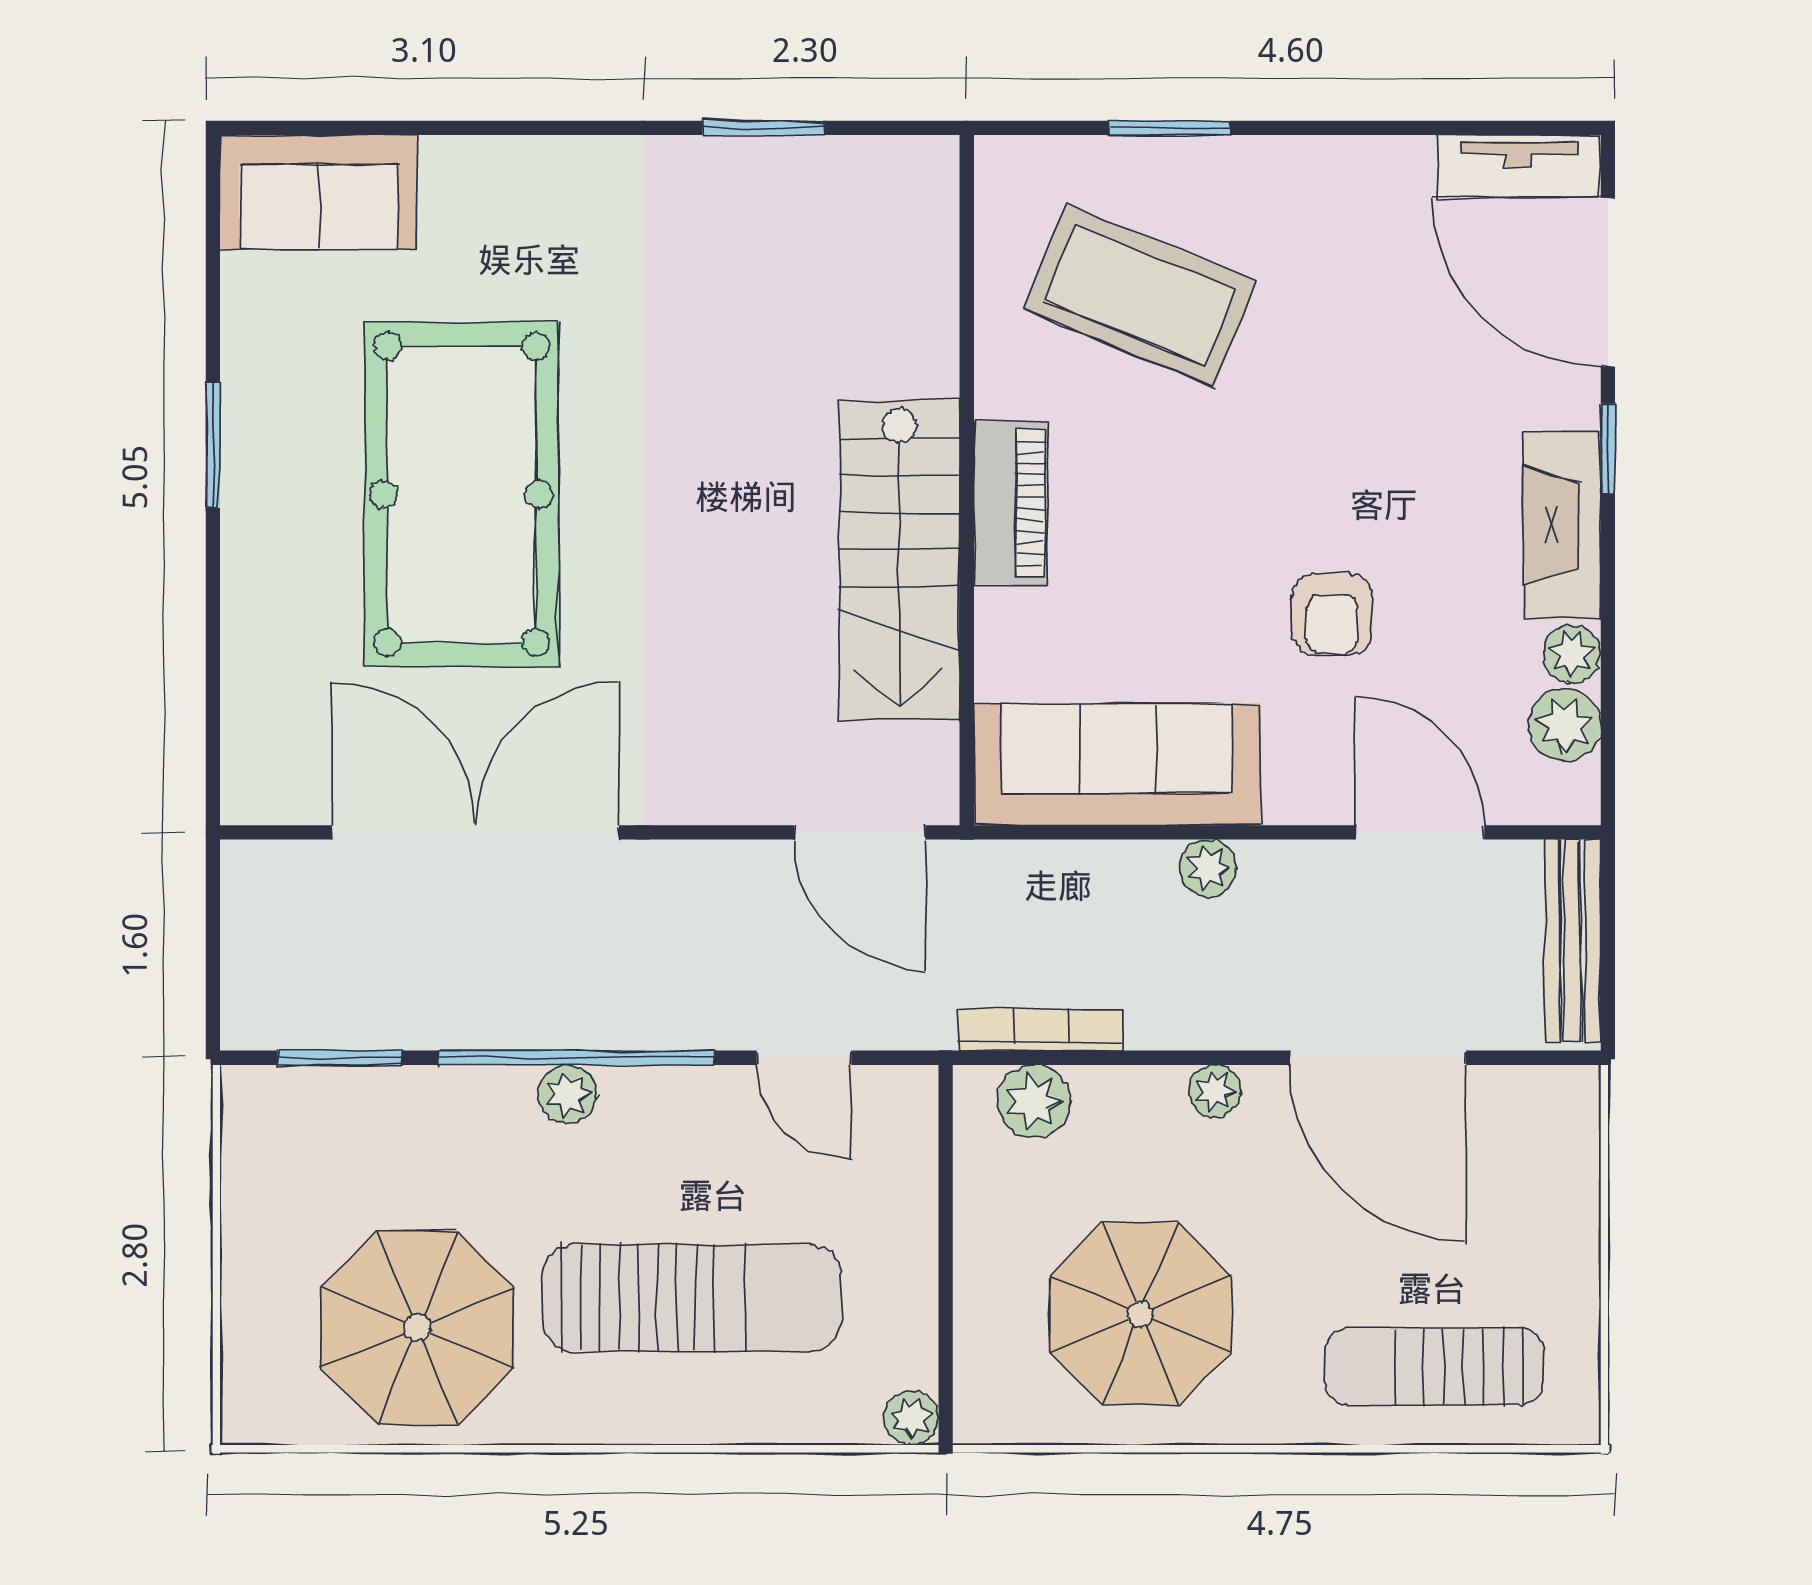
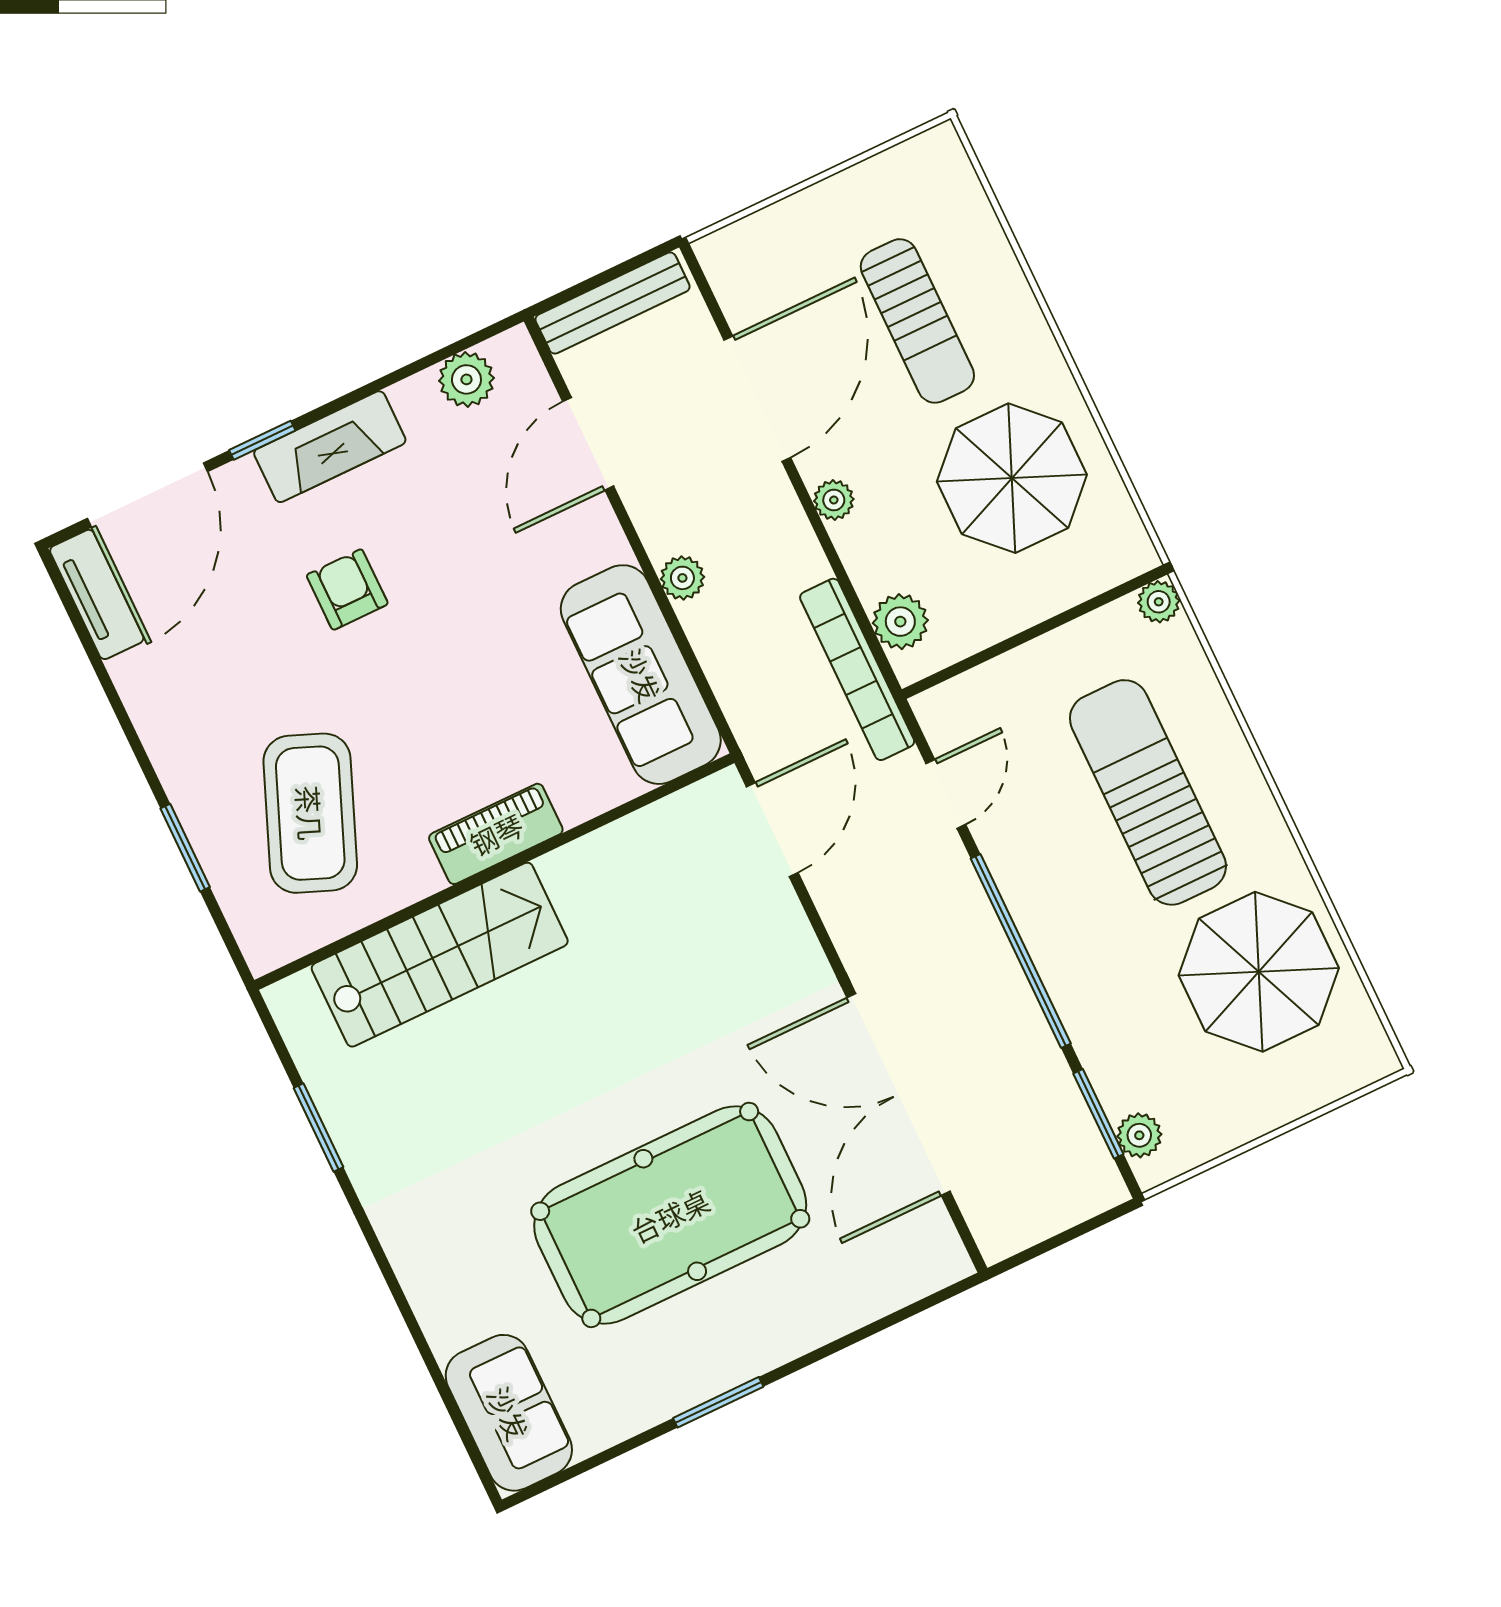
stairs: (899, 560) -> (440, 955), moved
armchair: (1332, 614) -> (347, 590), moved, turned -90
plant: (1572, 654) -> (415, 398), removed
bookcase: (1041, 1030) -> (857, 669), width x1.48, depth x1.31
plant: (568, 1094) -> (1139, 1135), moved
sun lounger: (1434, 1366) -> (917, 321), moved

